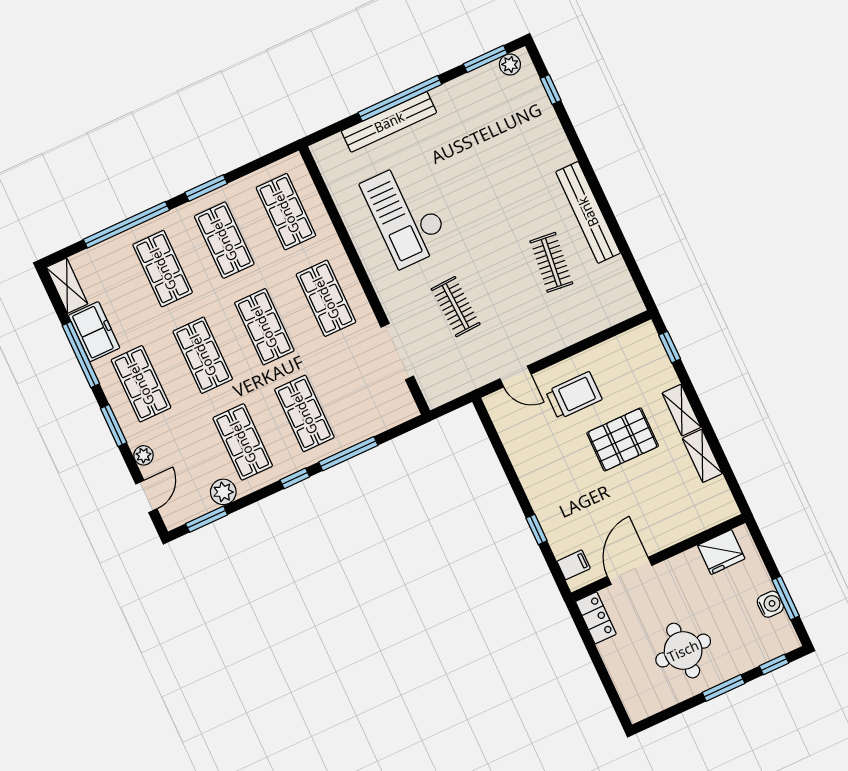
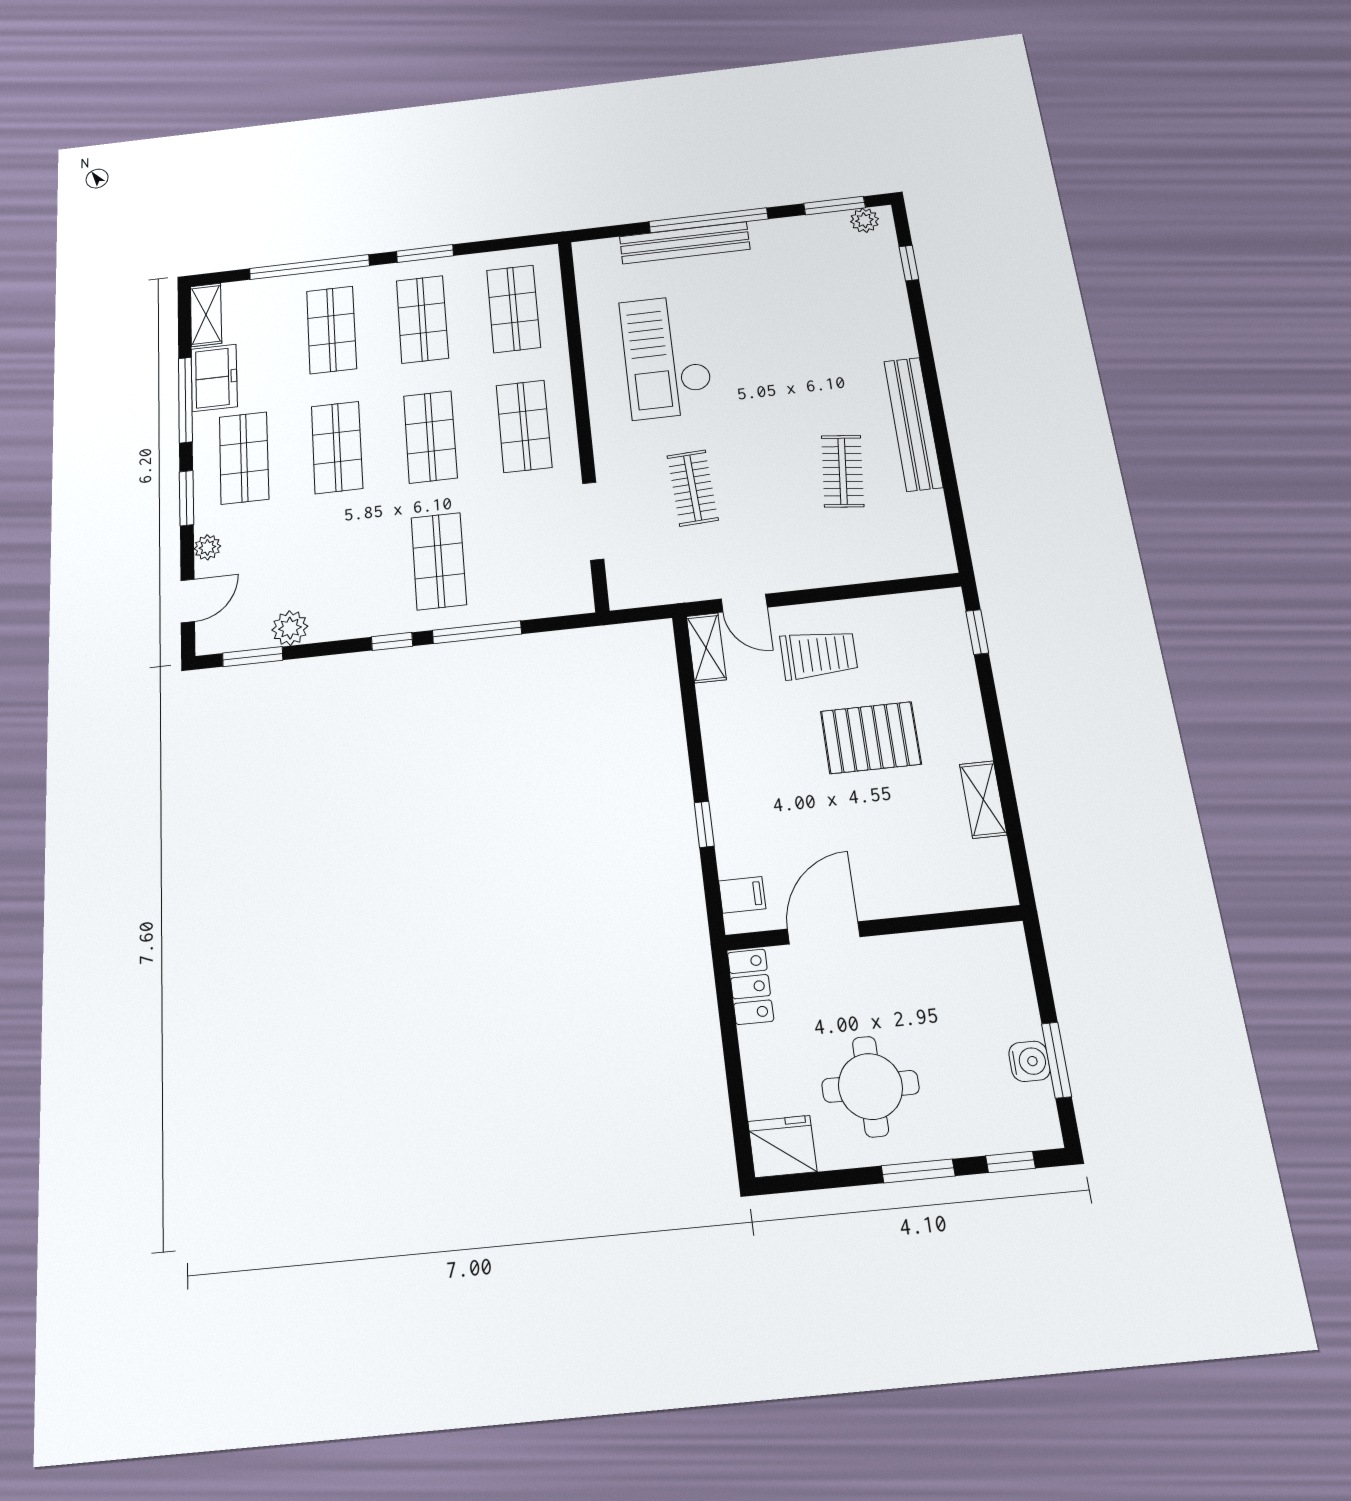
shelving: (682, 410) -> (706, 648), moved
shop shelf: (243, 442) -> (343, 572), removed
fridge: (721, 552) -> (782, 1146), moved, turned 180

